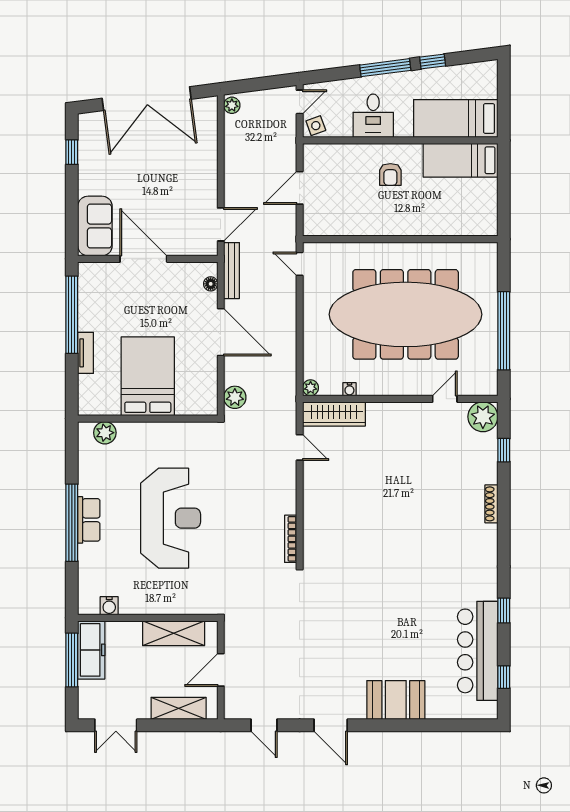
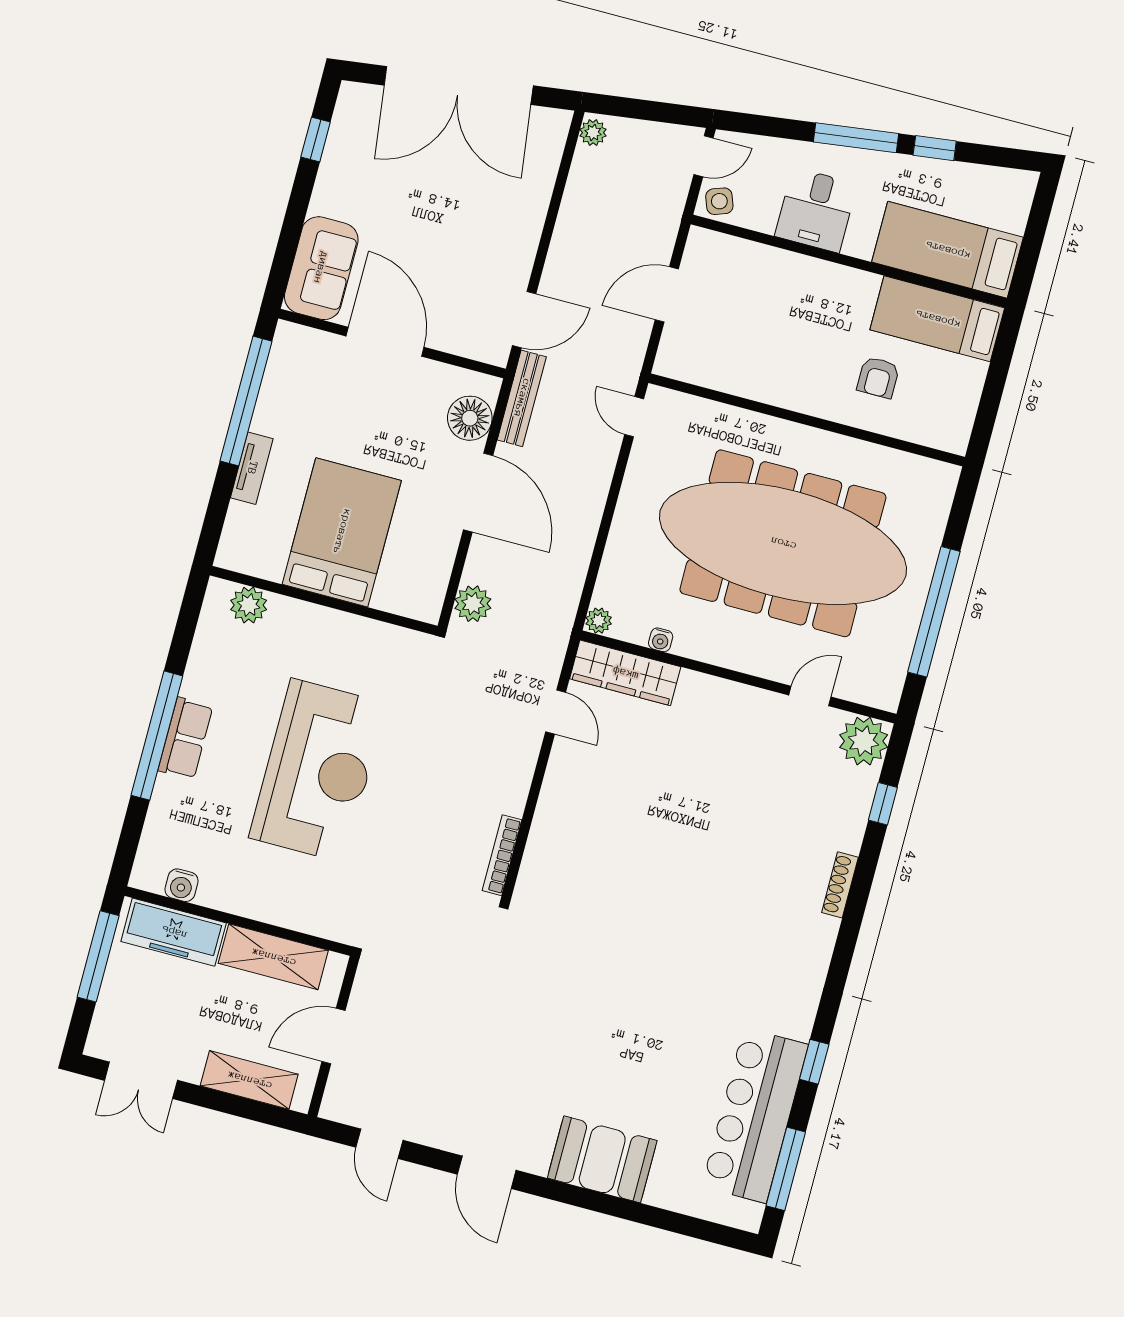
armchair: (390, 174) -> (878, 377), moved
floor lamp: (211, 284) -> (470, 418), width x1.89, depth x1.89
freezer: (91, 650) -> (174, 932), moved, turned 90
window: (504, 677) -> (786, 1169), width x2.17

